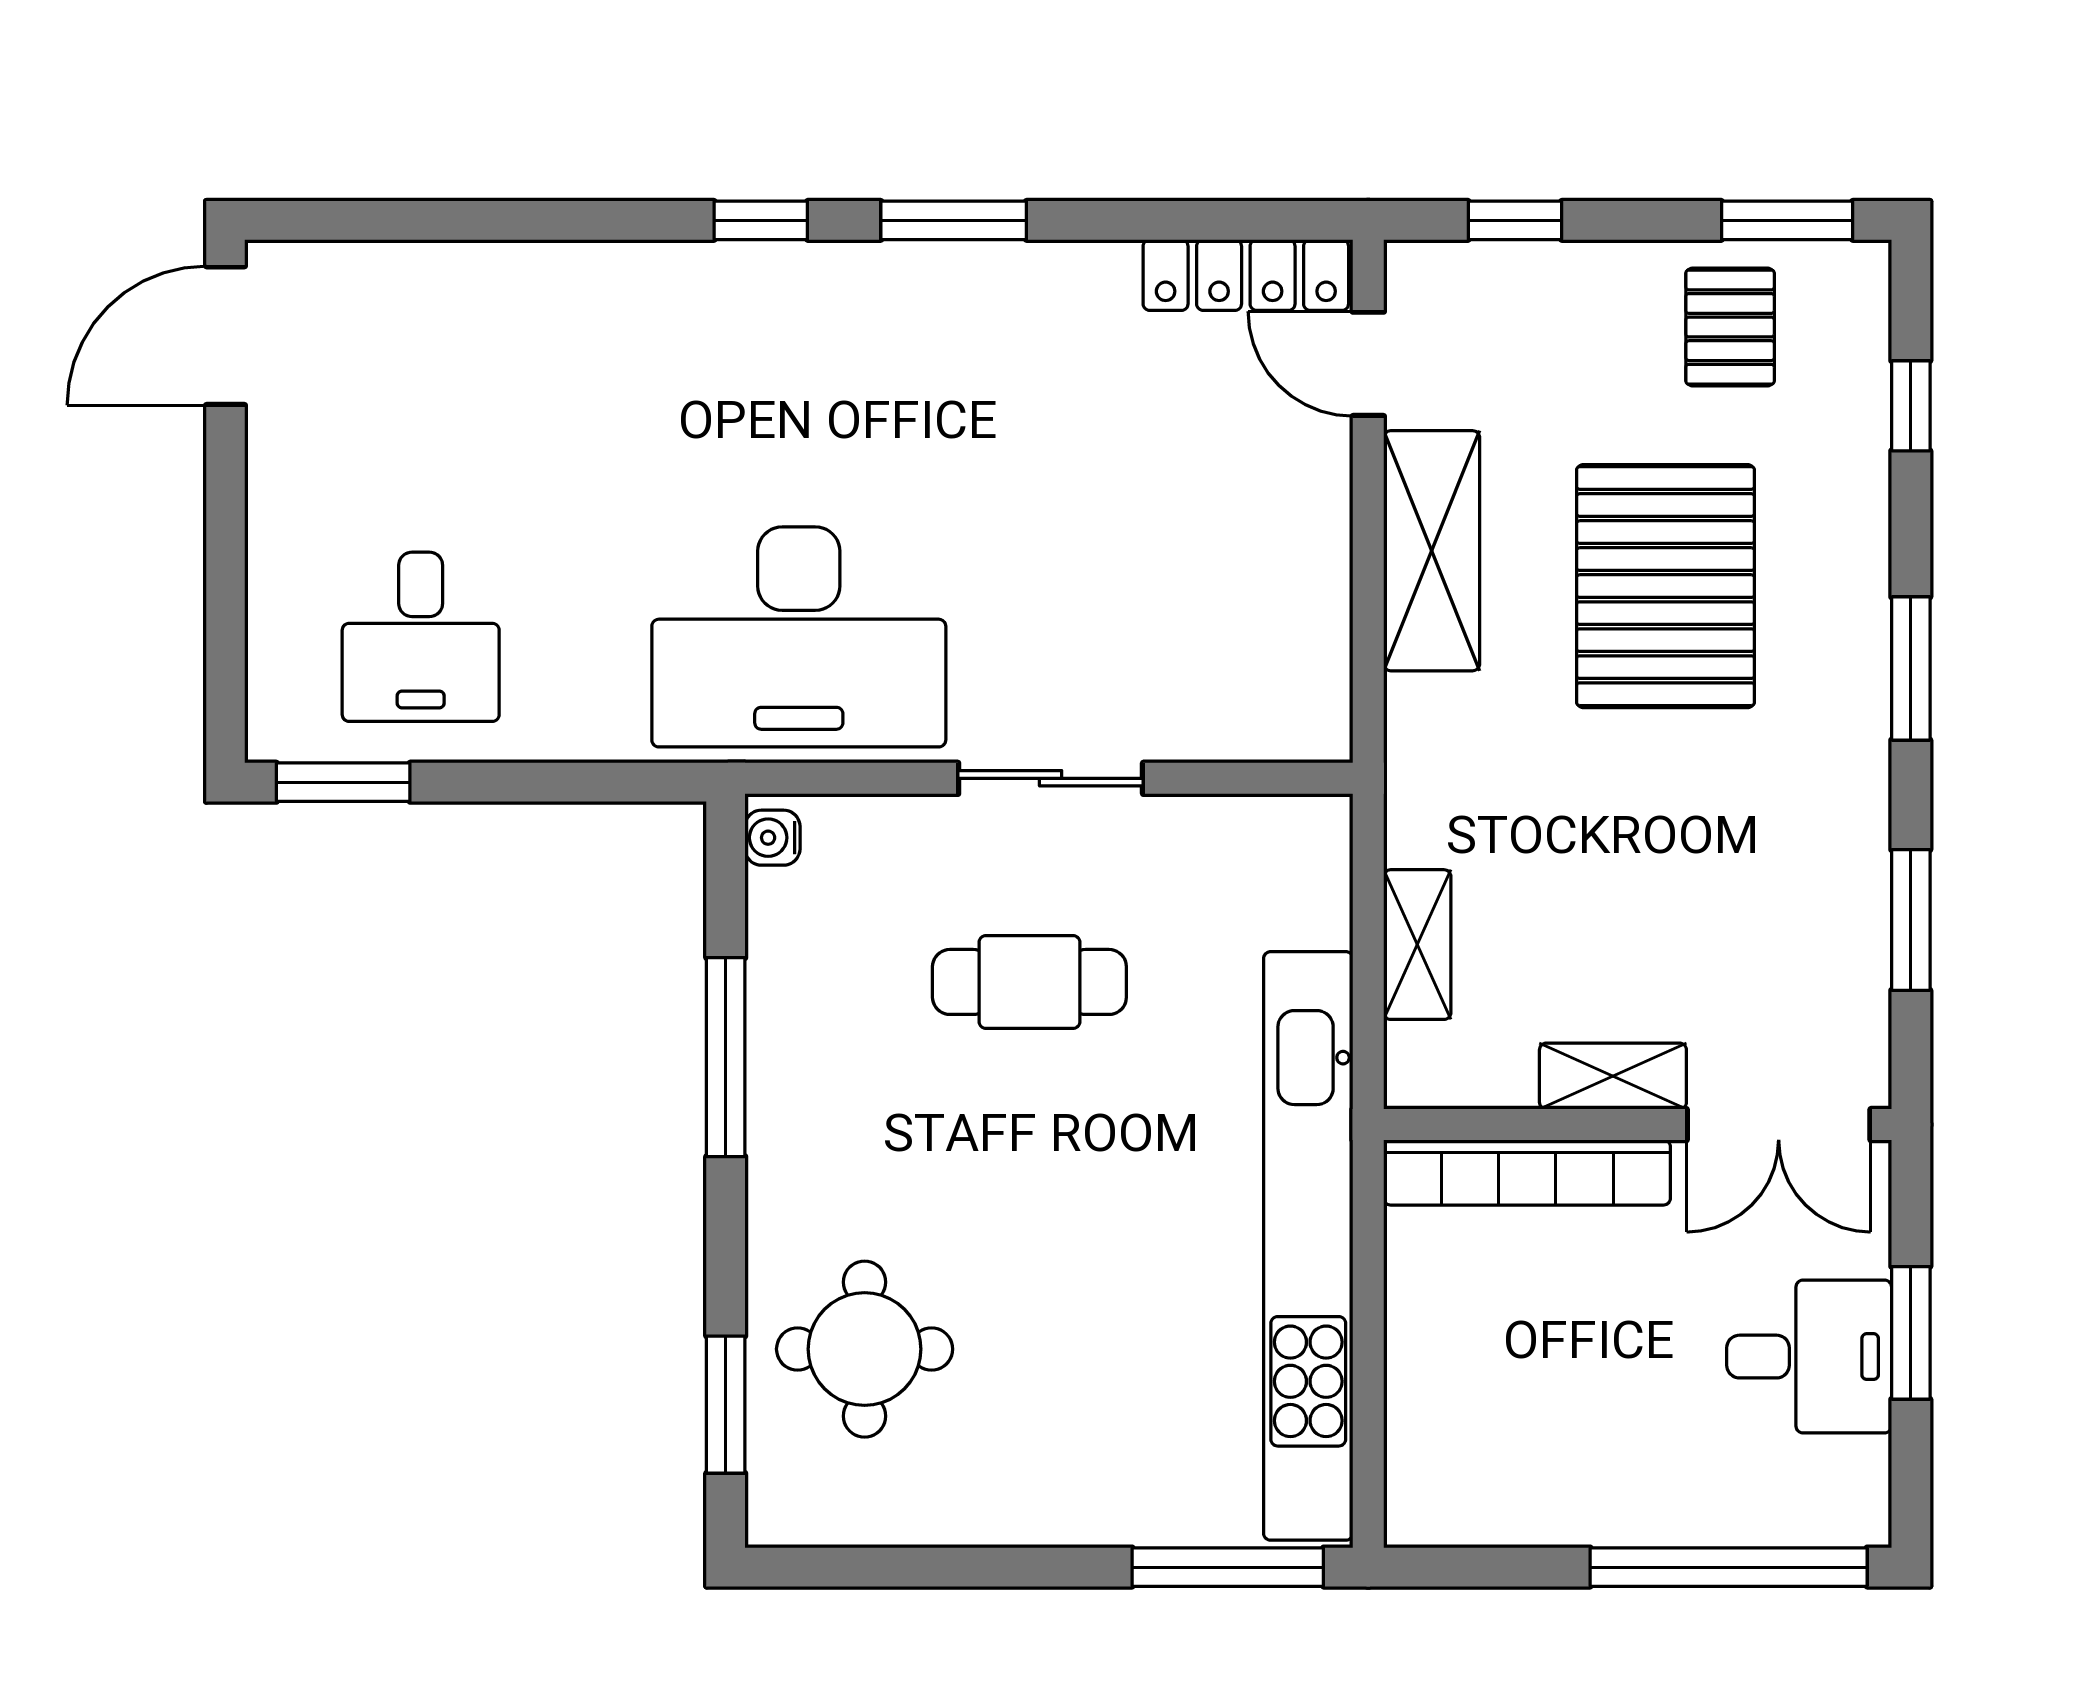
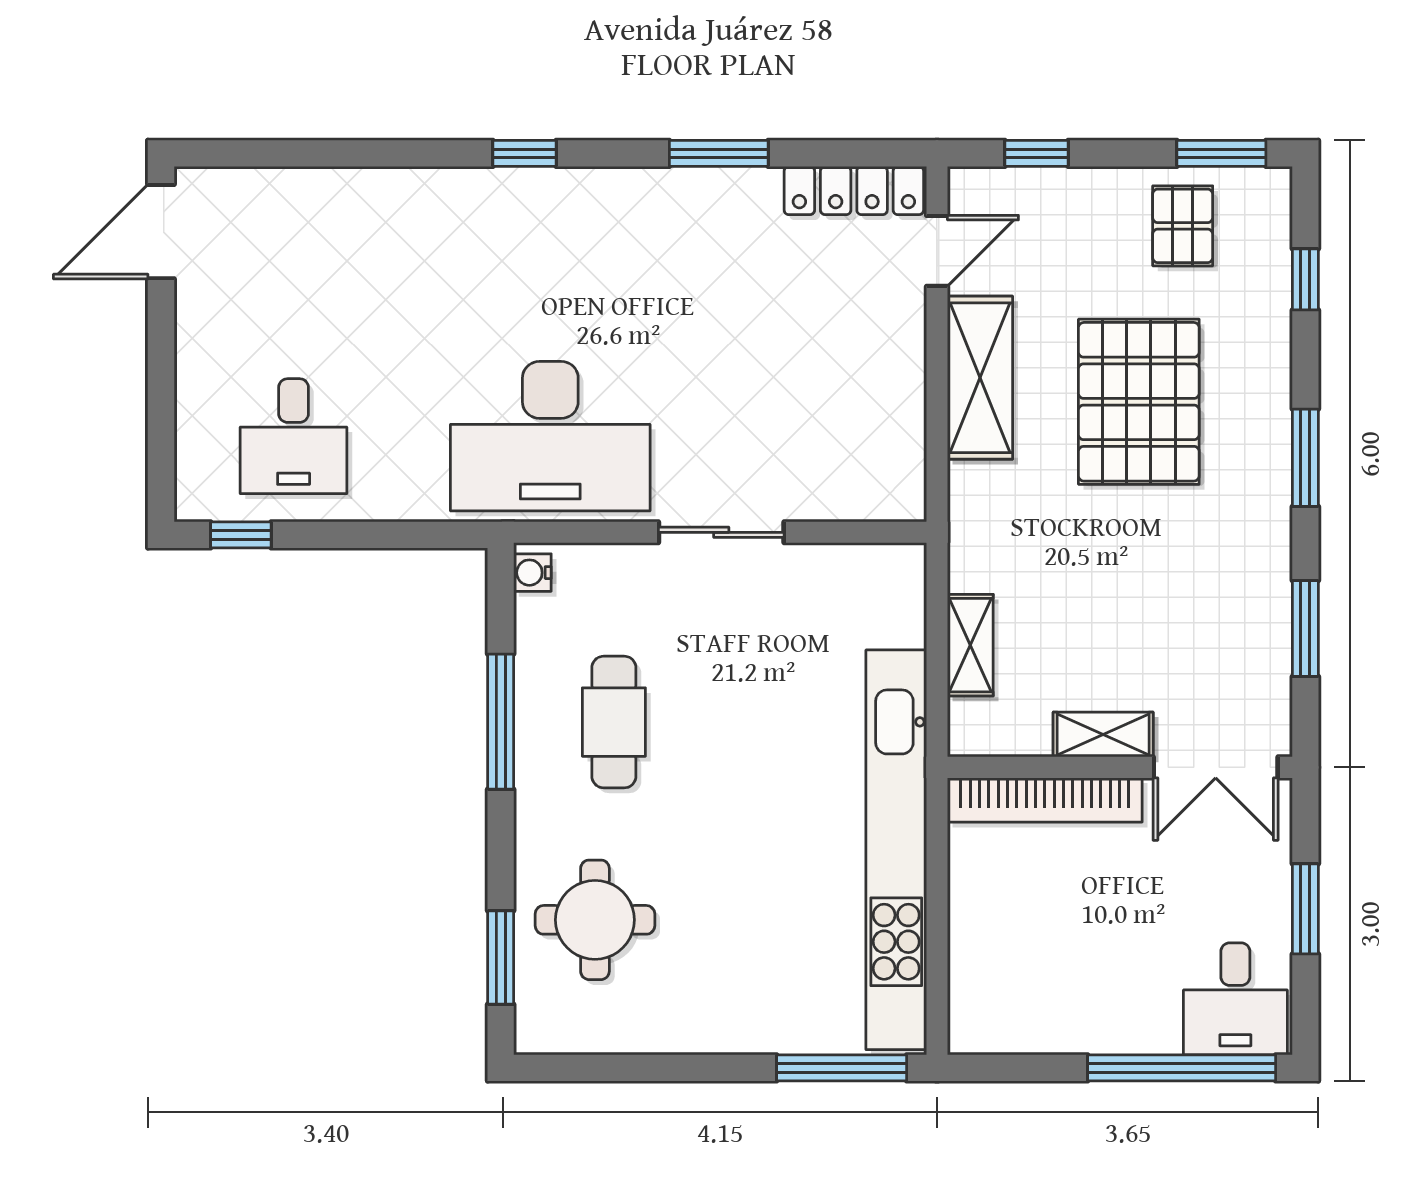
window: (954, 220) -> (719, 153), moved
door: (1368, 364) -> (937, 251), swing flipped
window: (343, 782) -> (241, 535), width x0.67
cafe table: (1029, 982) -> (614, 722), moved, turned 90
desk: (1809, 1357) -> (1235, 999), moved, turned 90

